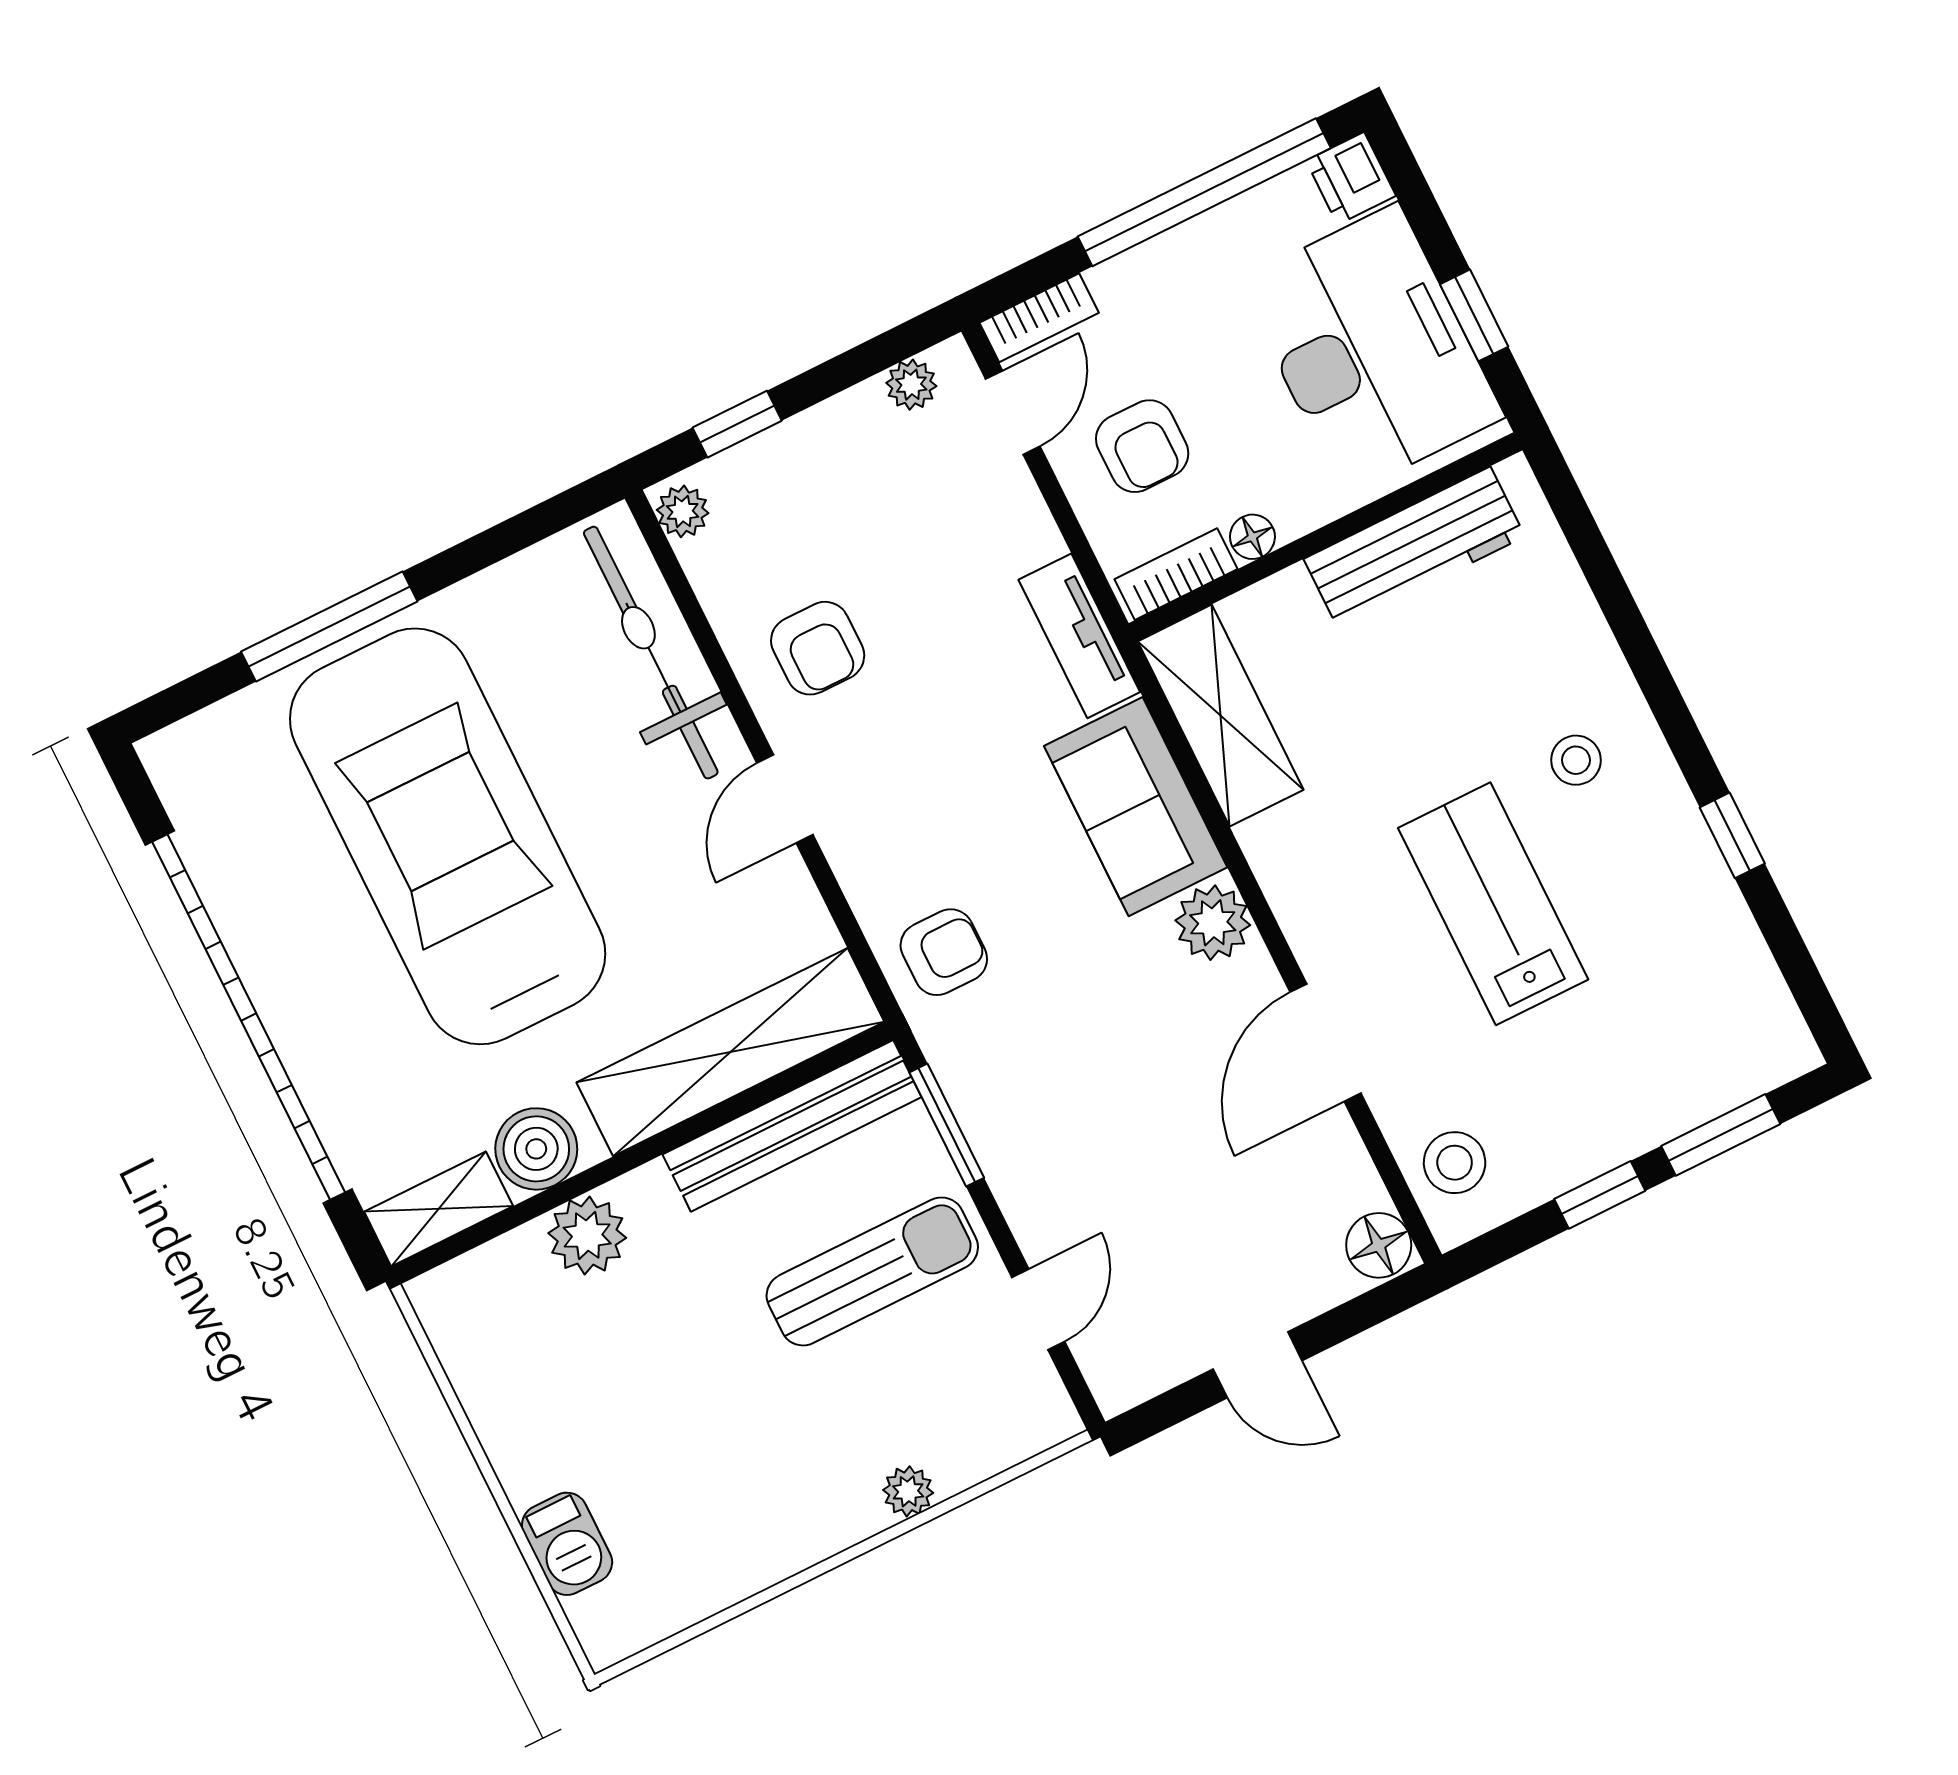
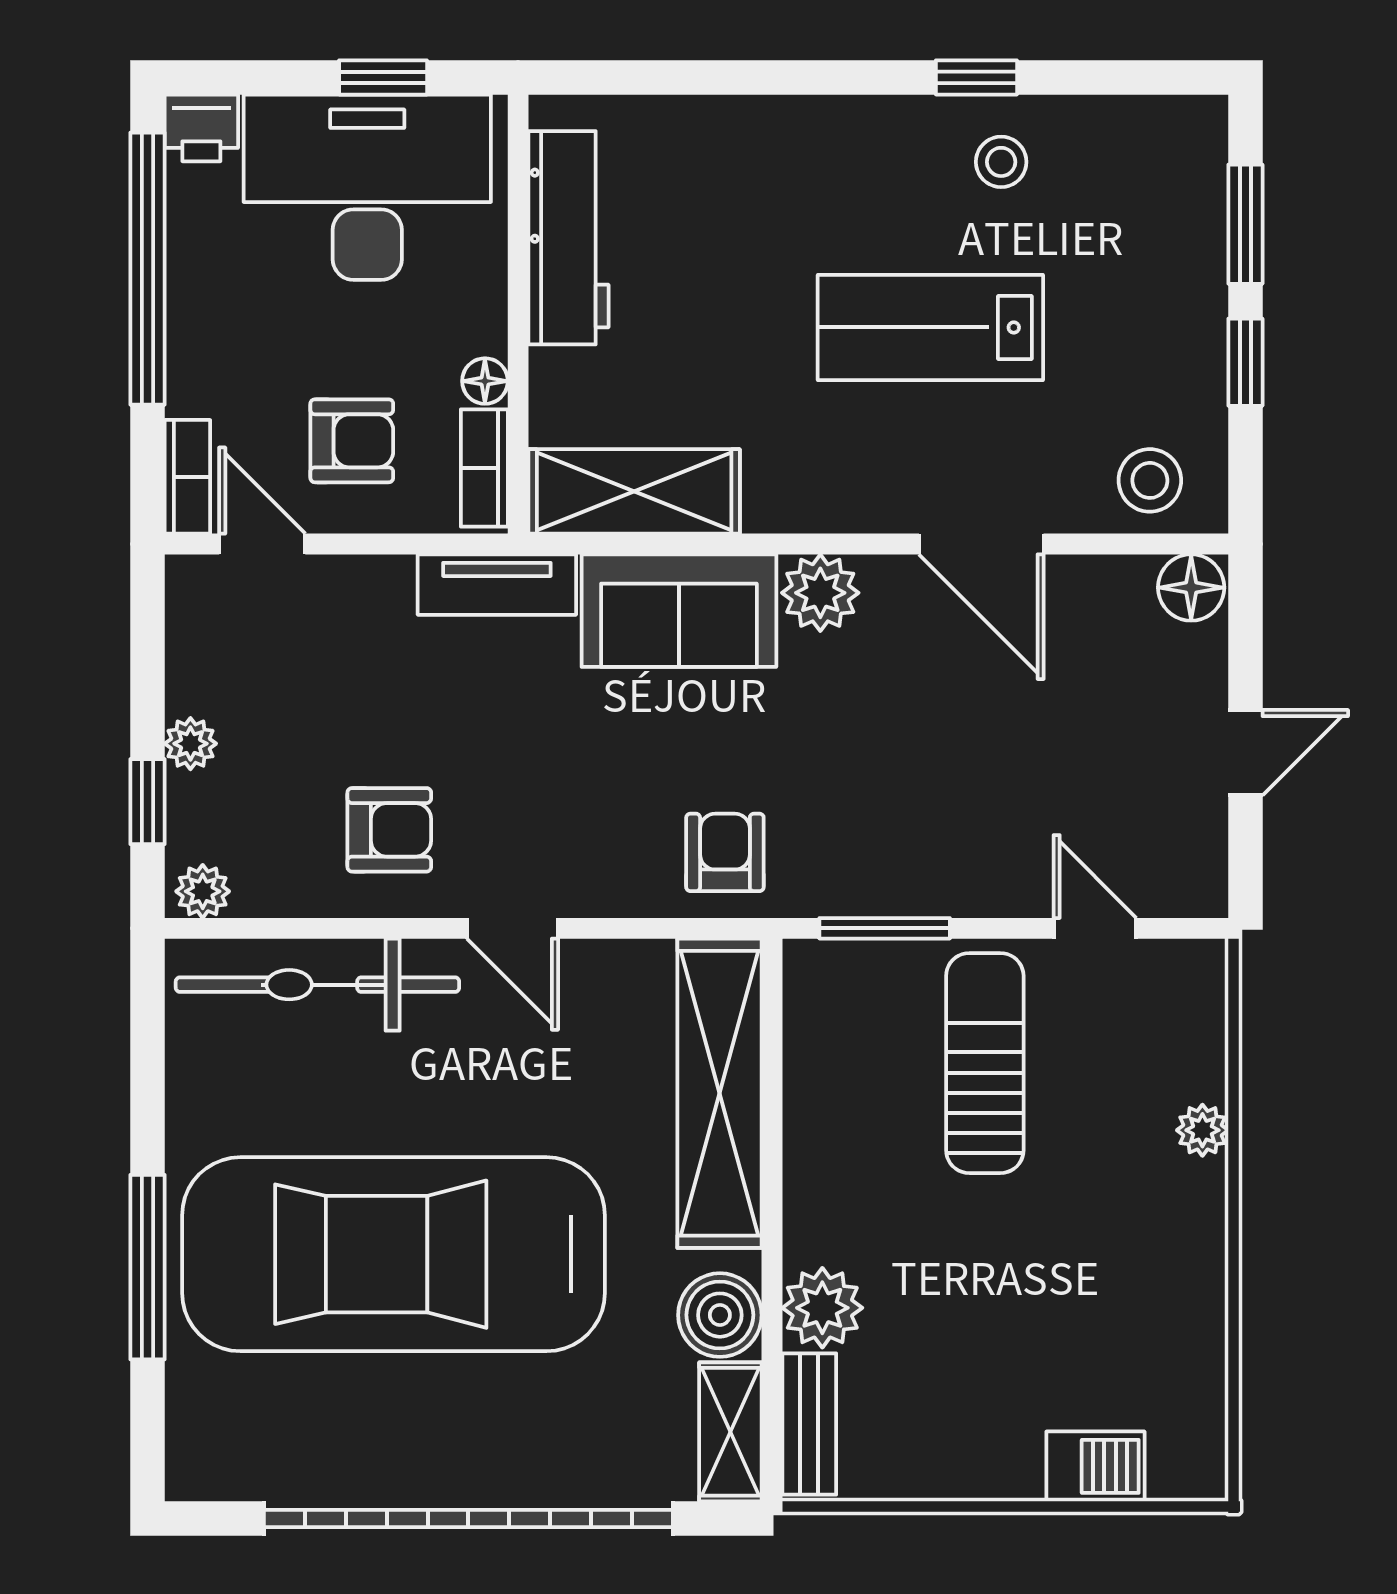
plant: (911, 385) -> (190, 744), moved
stool: (1576, 760) -> (1001, 162), moved
bench: (792, 1126) -> (809, 1424), moved, width x0.54, depth x0.82

